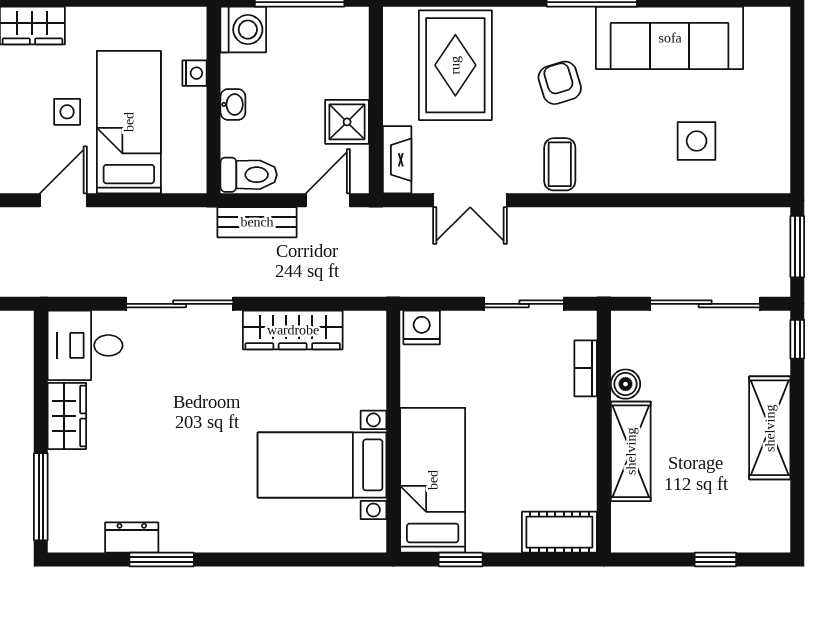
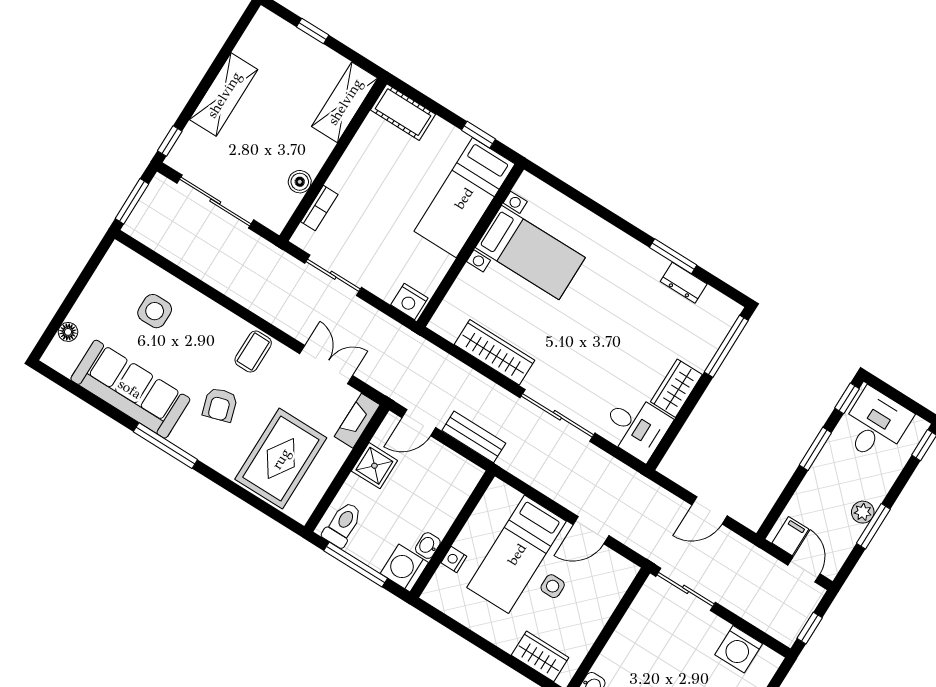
floor lamp: (778, 58) -> (68, 332), added
washbasin: (233, 104) -> (428, 546), moved
toilet: (249, 175) -> (343, 524), moved, turned 90
shelving: (631, 451) -> (345, 102), moved

